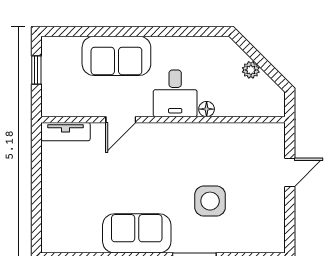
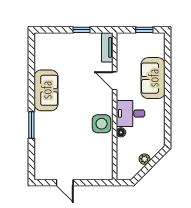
door: (290, 173) -> (65, 183), moved
window: (36, 174) -> (82, 30), added
side table: (210, 201) -> (102, 124), moved

